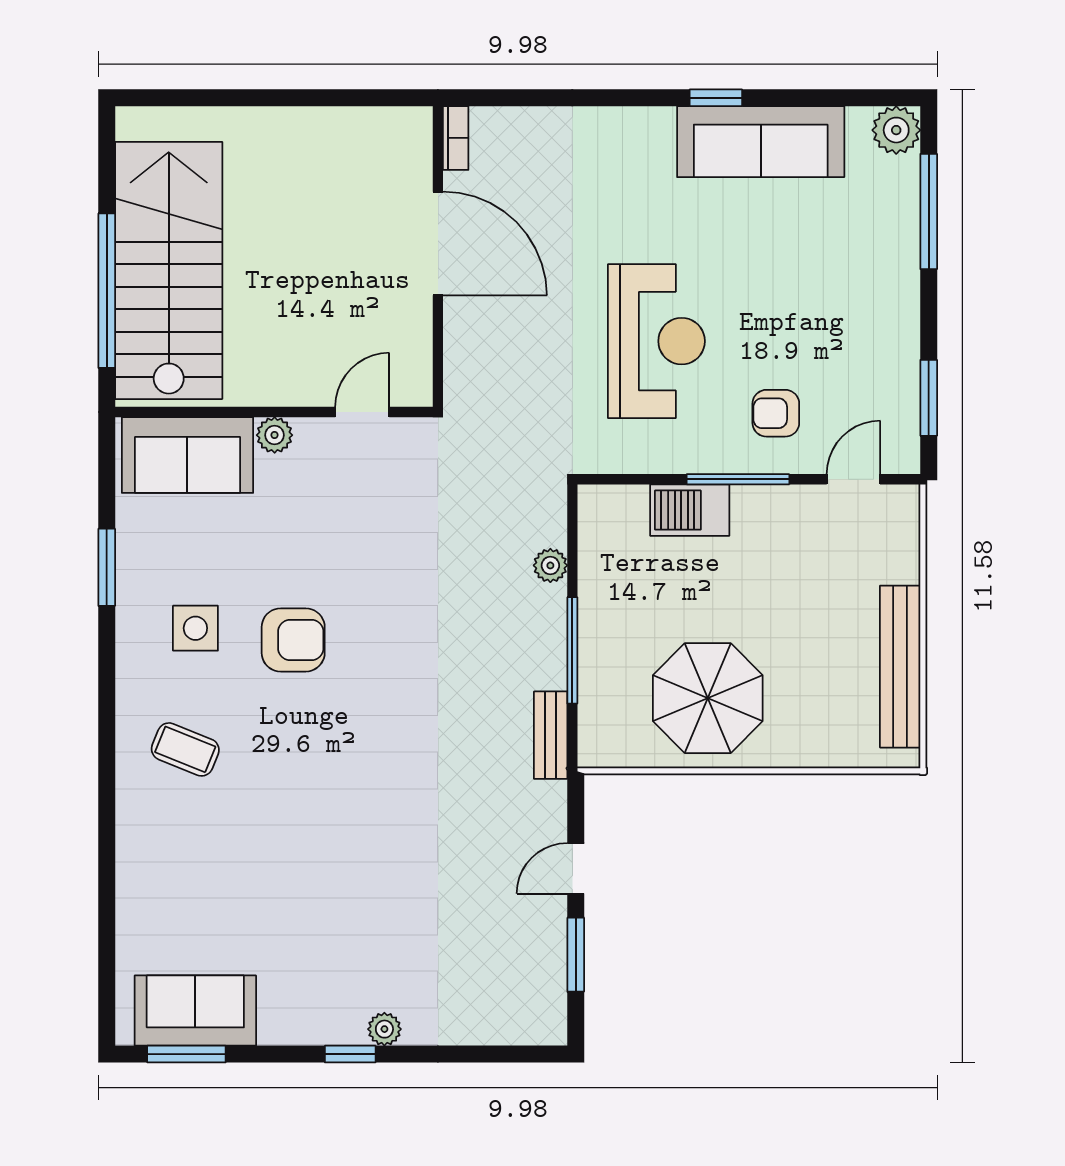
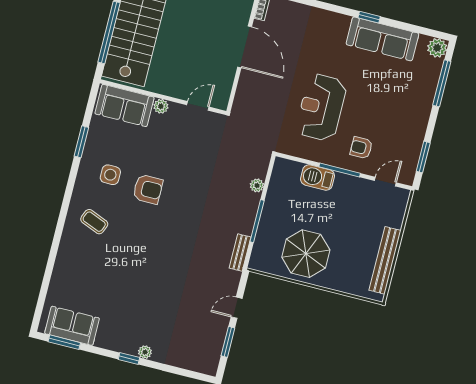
reception desk: (656, 341) -> (321, 107), turned 180

